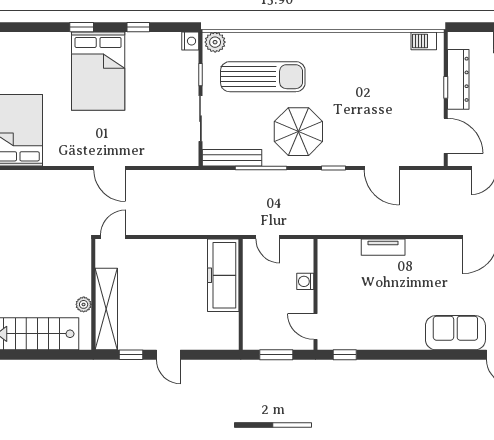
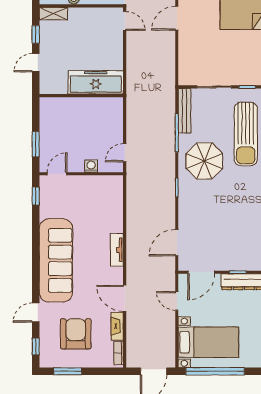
door: (382, 168) -> (177, 243), moved
door: (268, 237) -> (125, 153), moved
tv unit: (383, 247) -> (117, 250), moved
freezer: (223, 275) -> (96, 82), moved
wall: (241, 294) -> (81, 96), moved
shelving: (106, 309) -> (53, 14), width x0.45, depth x0.75
sofa: (455, 333) -> (56, 260), width x1.85, depth x1.27

